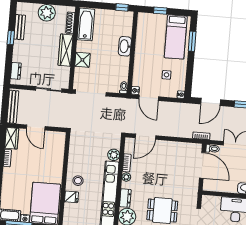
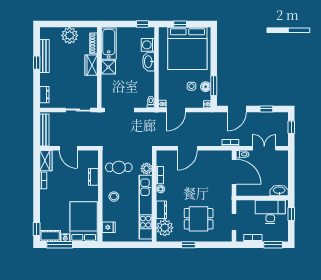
bench: (20, 27) -> (44, 56), width x1.36
washing machine: (126, 29) -> (148, 45), added
bed: (176, 37) -> (187, 48), width x2.04
window: (192, 41) -> (214, 86), moved
wardrobe: (66, 50) -> (91, 65), width x0.67
shower: (82, 60) -> (108, 67), moved
floor lamp: (181, 77) -> (206, 87), added
door: (149, 98) -> (176, 110), hinge flipped
door: (145, 137) -> (187, 148), moved
cafe table: (86, 151) -> (119, 167), added
dresser: (59, 159) -> (93, 177), added
fridge: (71, 197) -> (109, 227), moved

